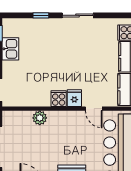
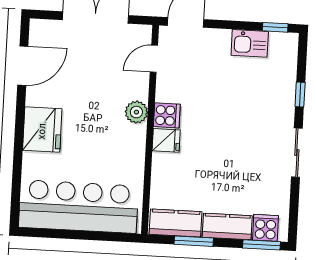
door: (94, 109) -> (154, 59), moved
plant: (40, 118) -> (136, 112), moved

